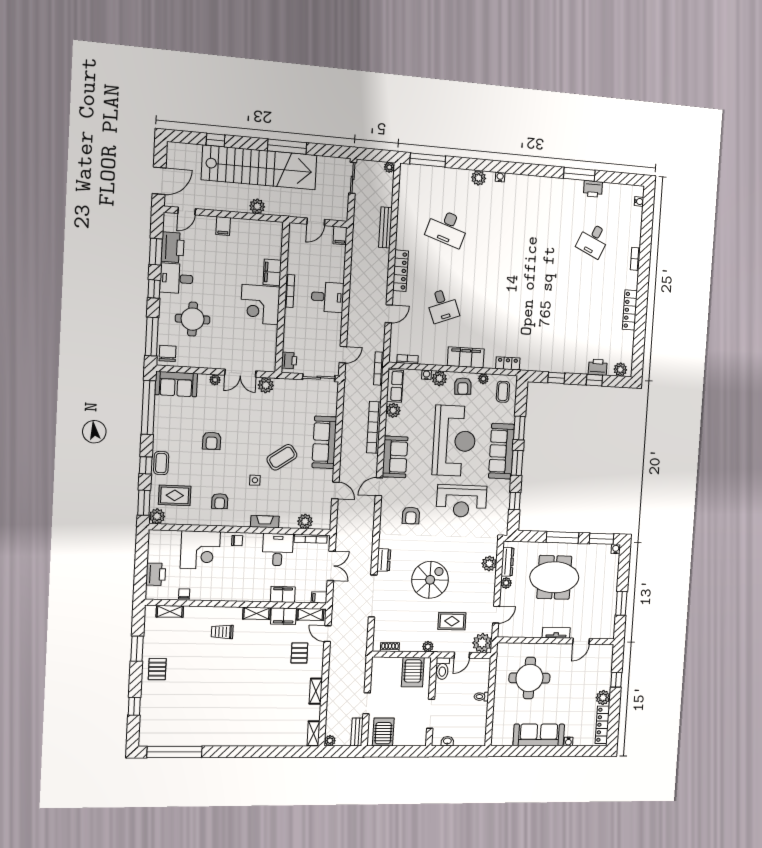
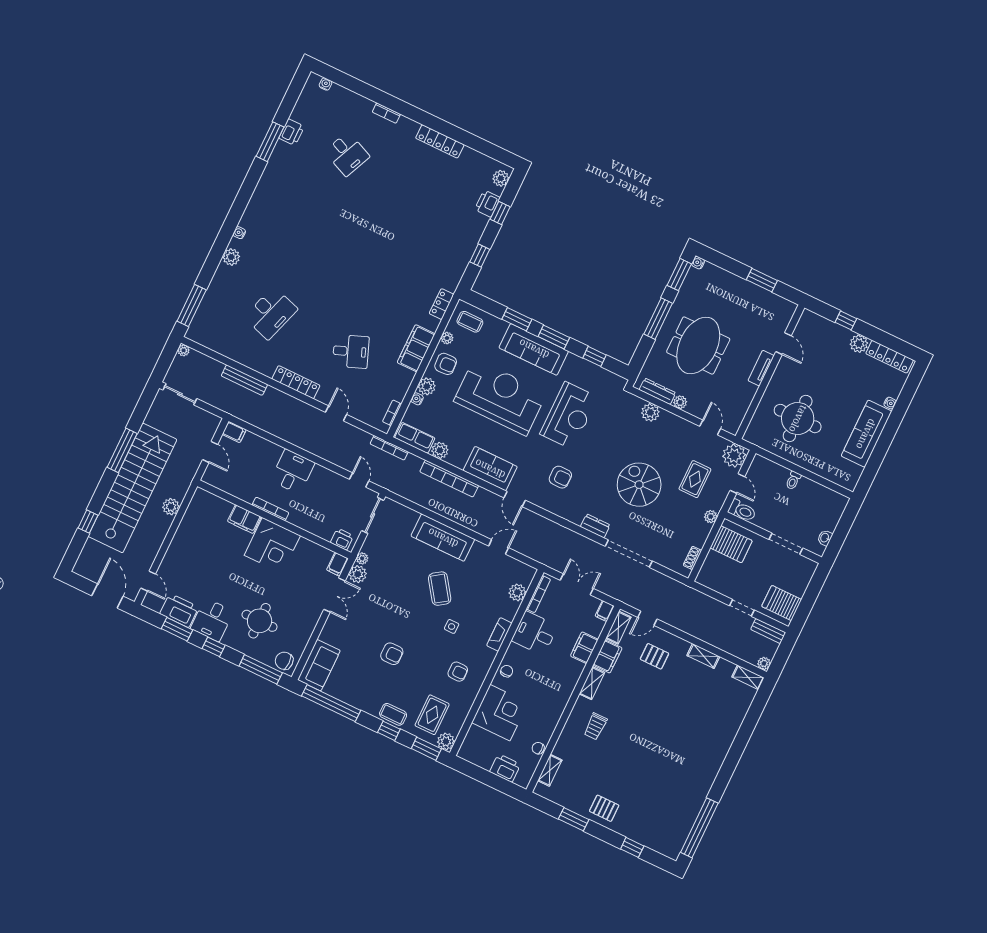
filing cabinet: (223, 226) -> (337, 564), moved, turned 90
plant: (215, 380) -> (362, 558), moved

